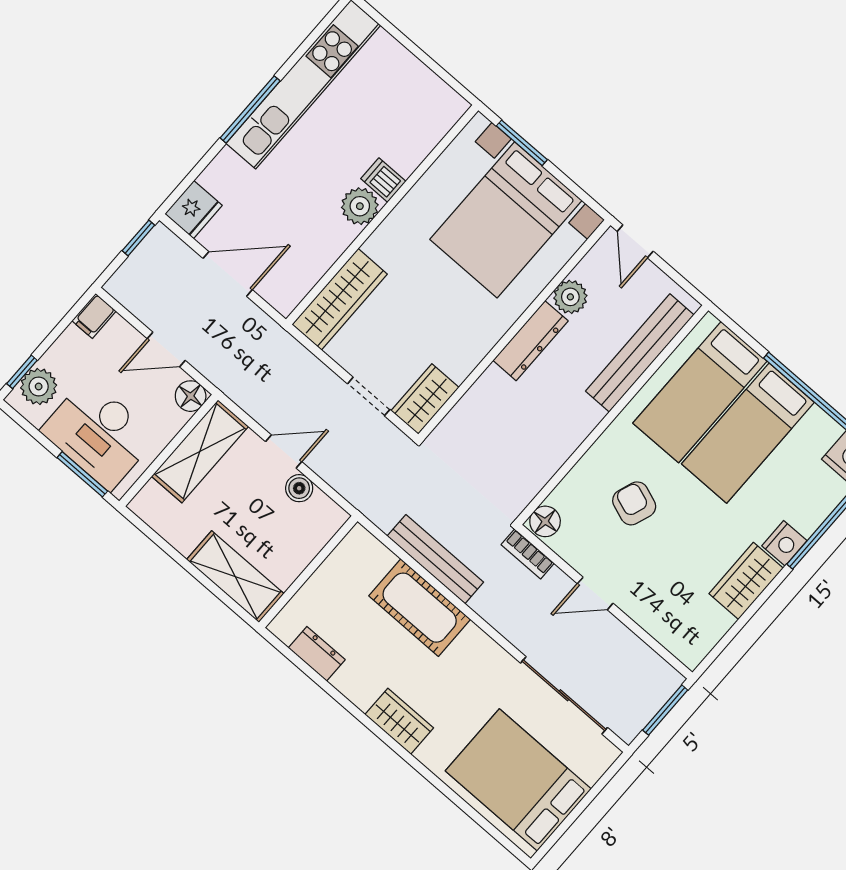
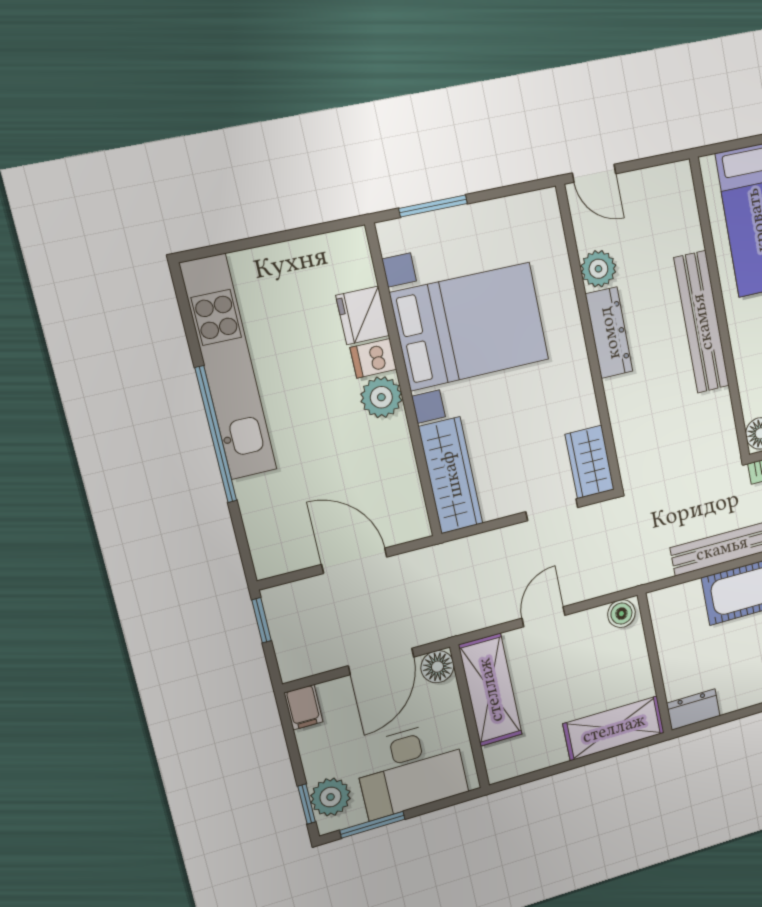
window: (250, 109) -> (216, 434), width x1.46
fridge: (193, 210) -> (363, 315), moved, turned 180
bed with nightstands: (506, 220) -> (470, 326), moved, turned -90
door: (228, 274) -> (354, 561), hinge flipped
door: (166, 349) -> (381, 661), width x1.38
bench: (640, 353) -> (702, 322), moved
window: (82, 474) -> (372, 825), moved
boiler: (299, 488) -> (621, 614), moved
dresser: (317, 654) -> (693, 710), moved

